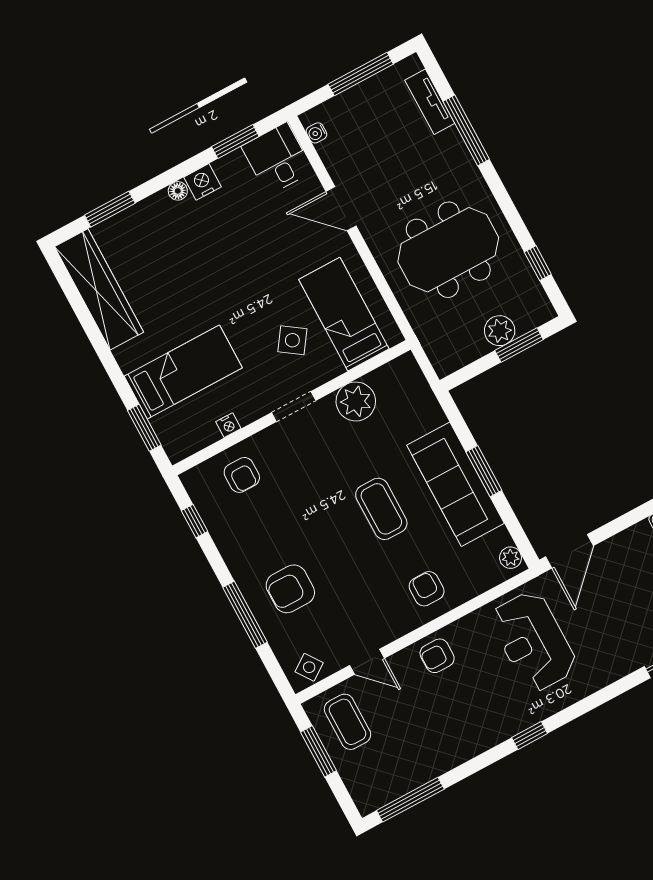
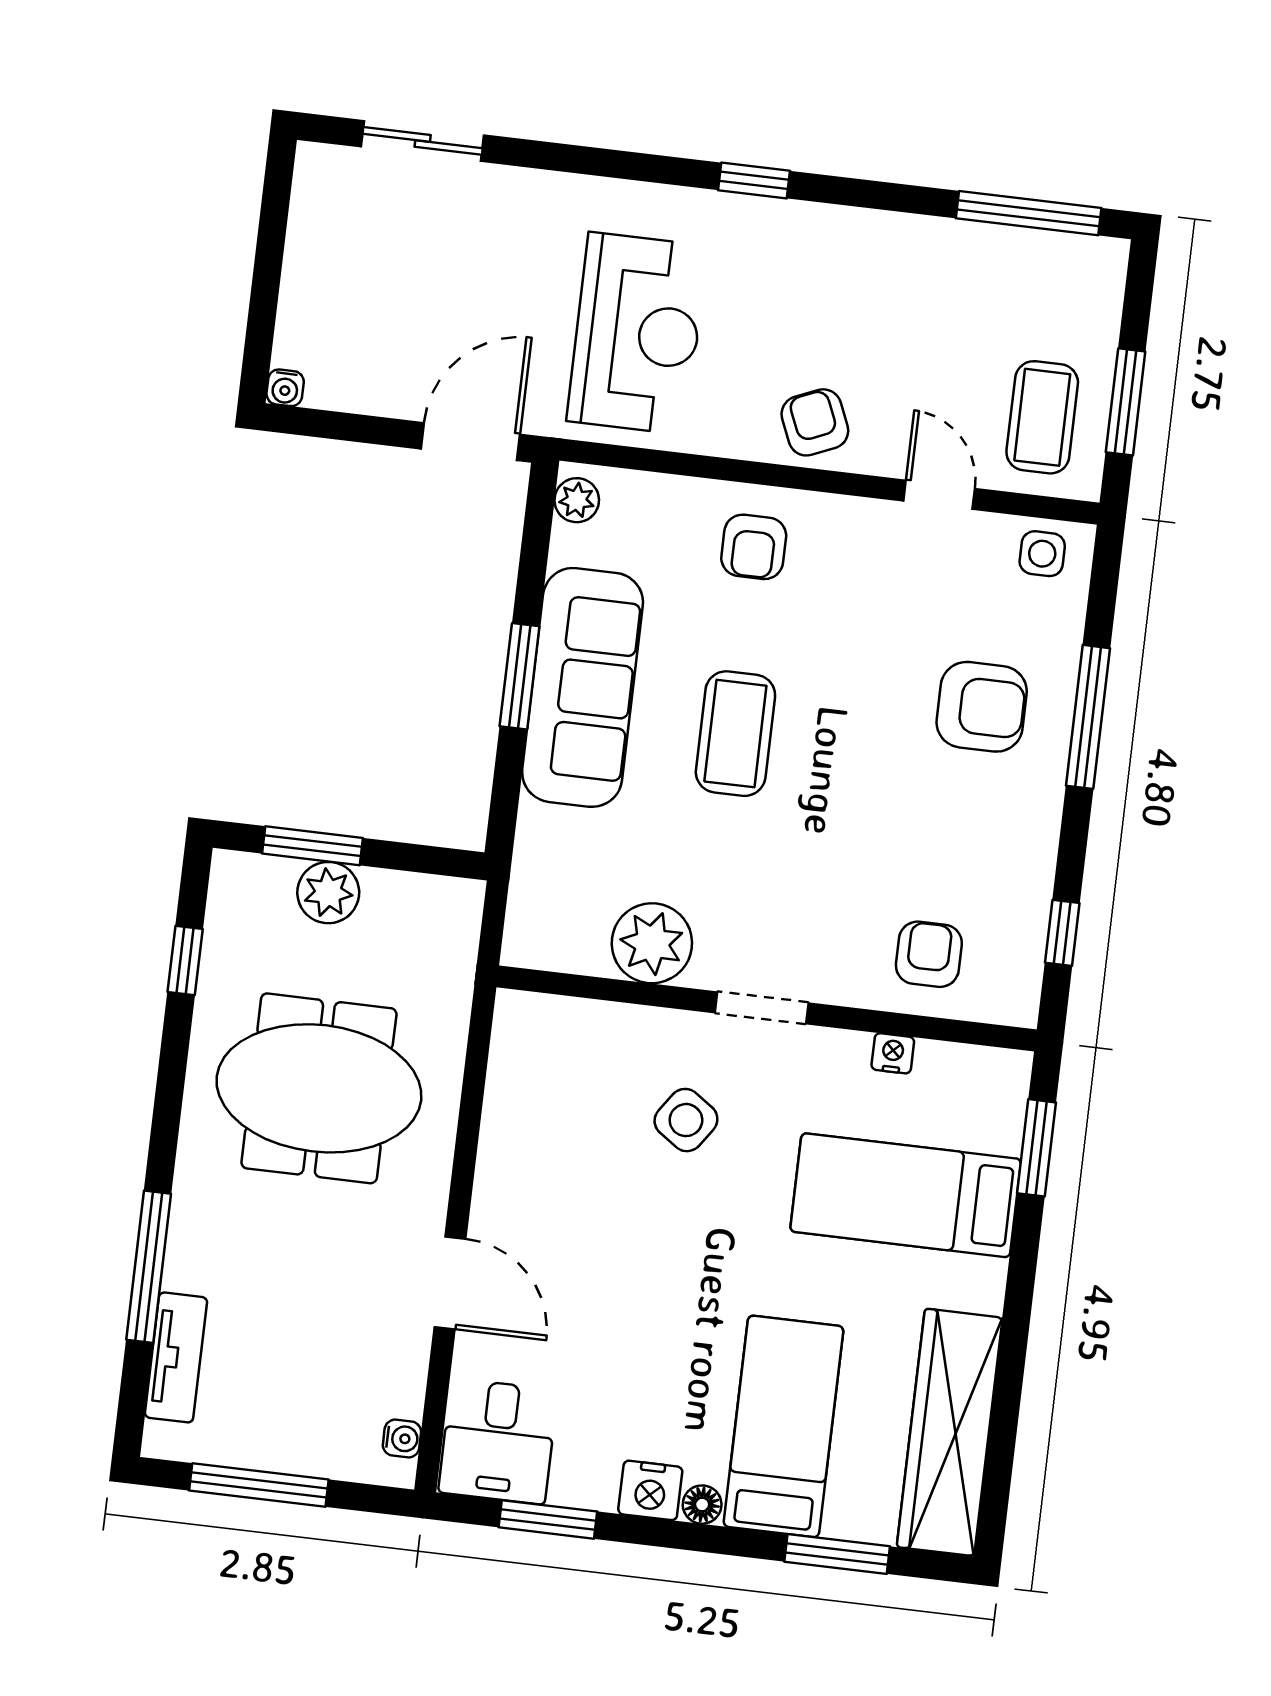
bed: (344, 314) -> (784, 1426), moved, turned 180
armchair: (437, 656) -> (815, 422), turned -113
side table: (309, 667) -> (1042, 554), turned 35

